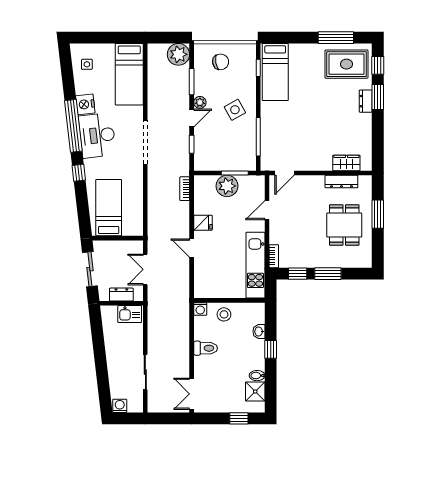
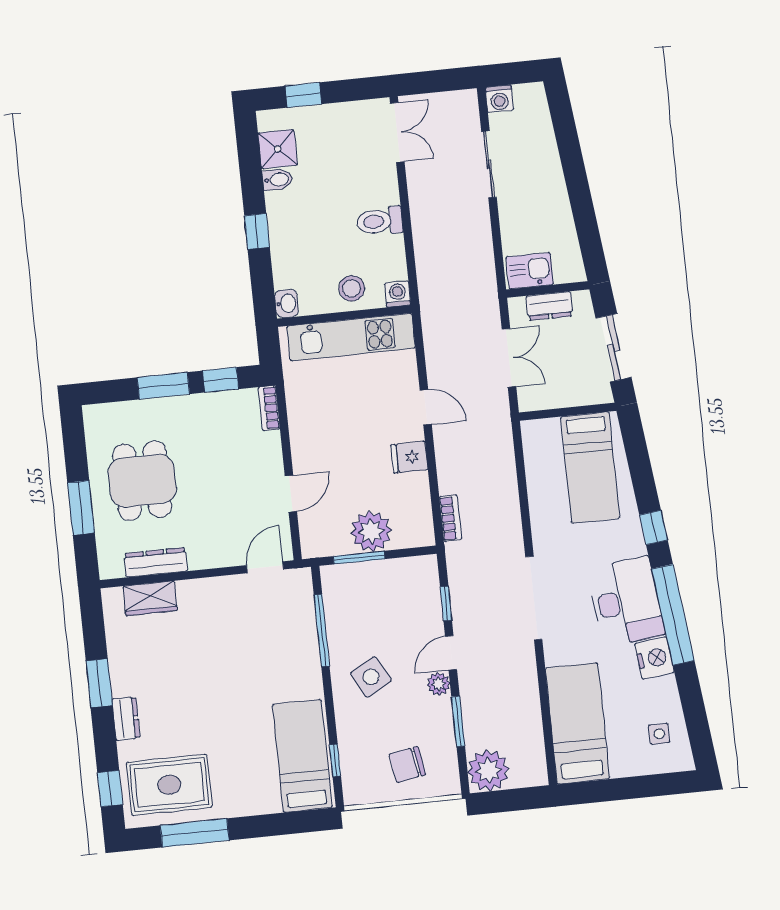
window: (378, 97) -> (99, 683), moved
kitchen unit: (255, 265) -> (351, 337), moved, turned 90
washbasin: (259, 331) -> (287, 303), moved
washing machine: (120, 406) -> (499, 99), moved

